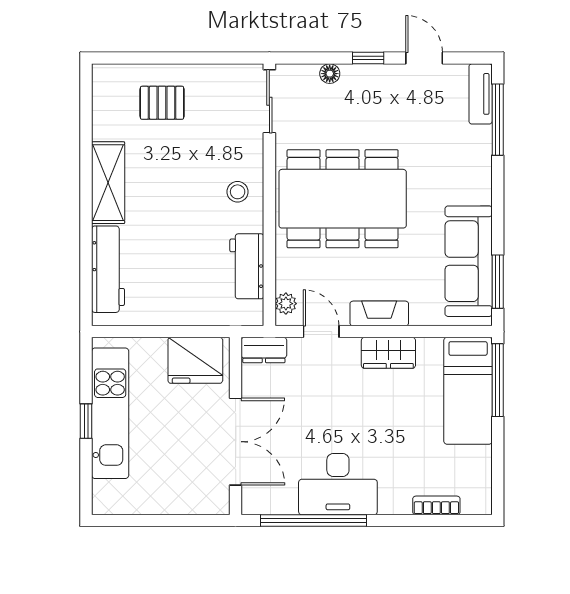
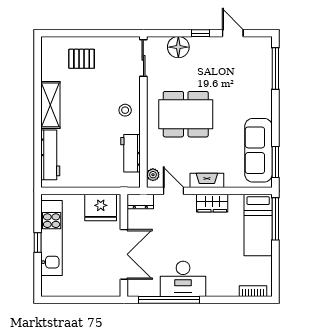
floor lamp: (330, 74) -> (178, 47), width x1.89, depth x1.89
tv unit: (481, 94) -> (265, 54), removed
dining table: (343, 199) -> (186, 114), width x0.73, depth x0.80
bookcase: (436, 505) -> (253, 291), moved

